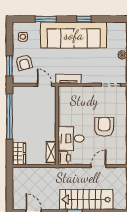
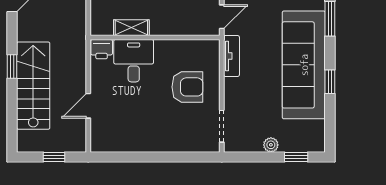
armchair: (104, 127) -> (187, 87), moved
shelving: (51, 152) -> (131, 28), moved
door: (99, 166) -> (88, 106), swing flipped

